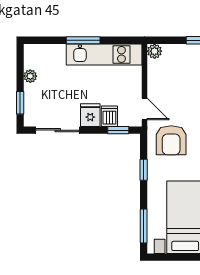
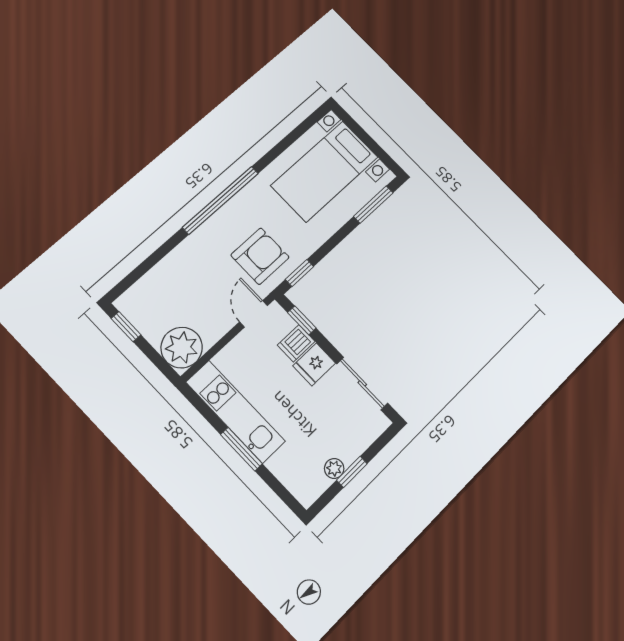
plant: (155, 51) -> (182, 348), width x1.87, depth x1.87
window: (20, 103) -> (352, 472), moved
window: (144, 170) -> (299, 273), moved

